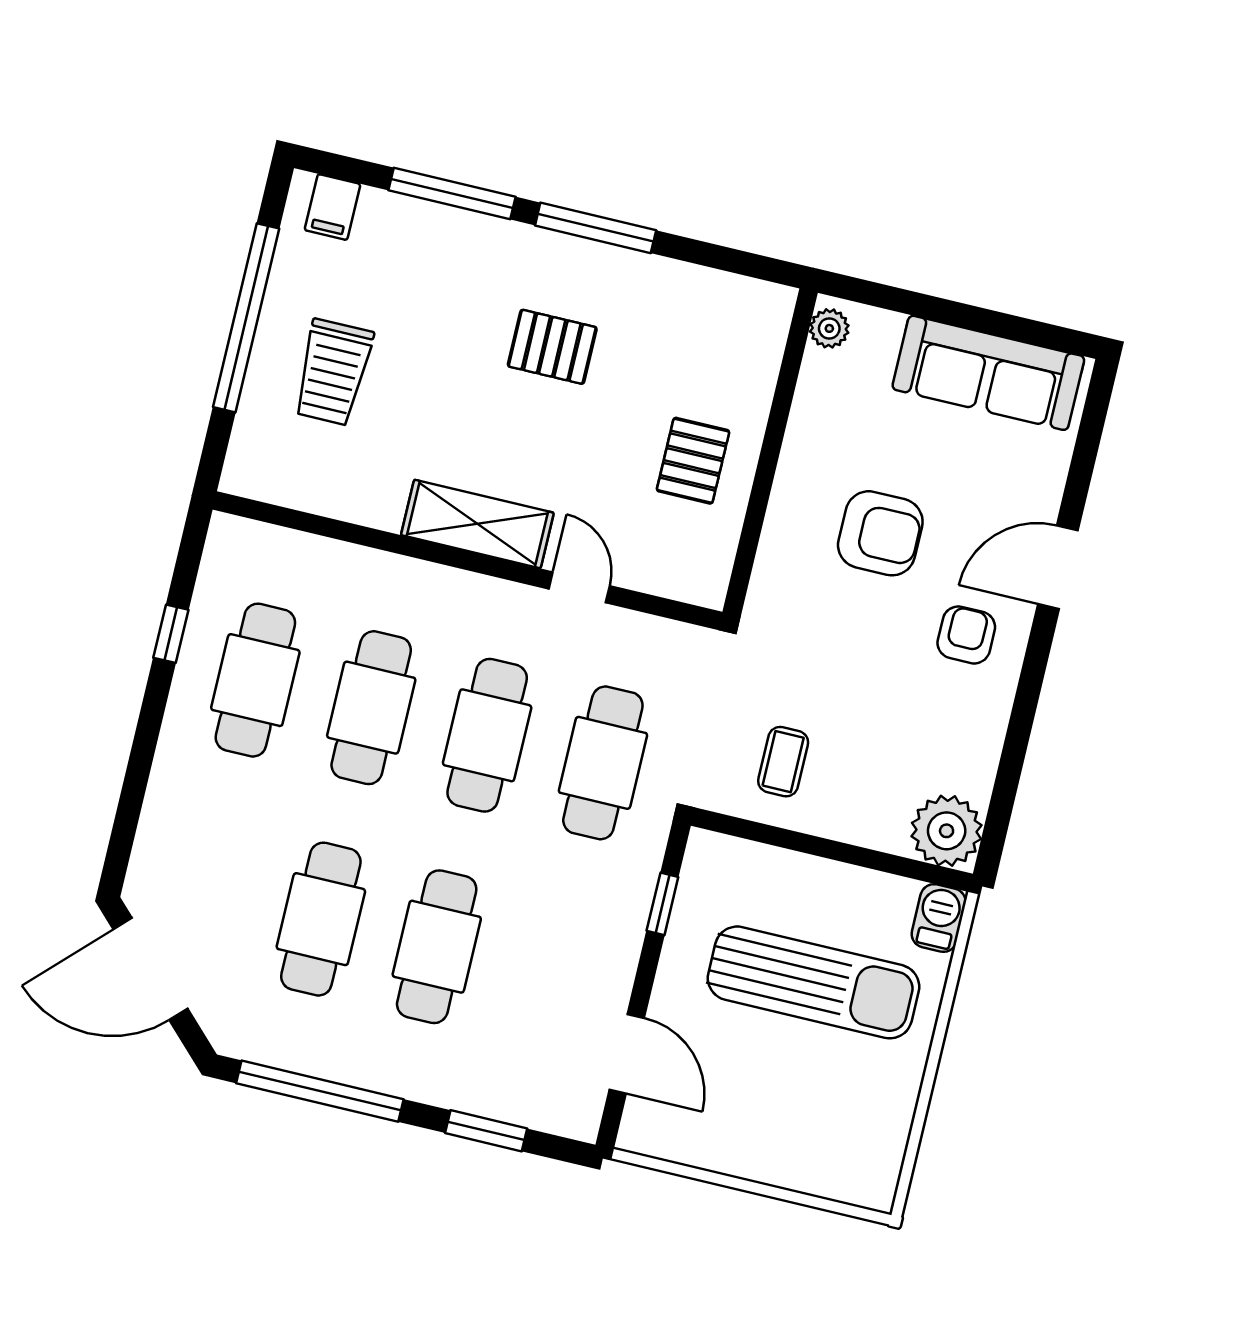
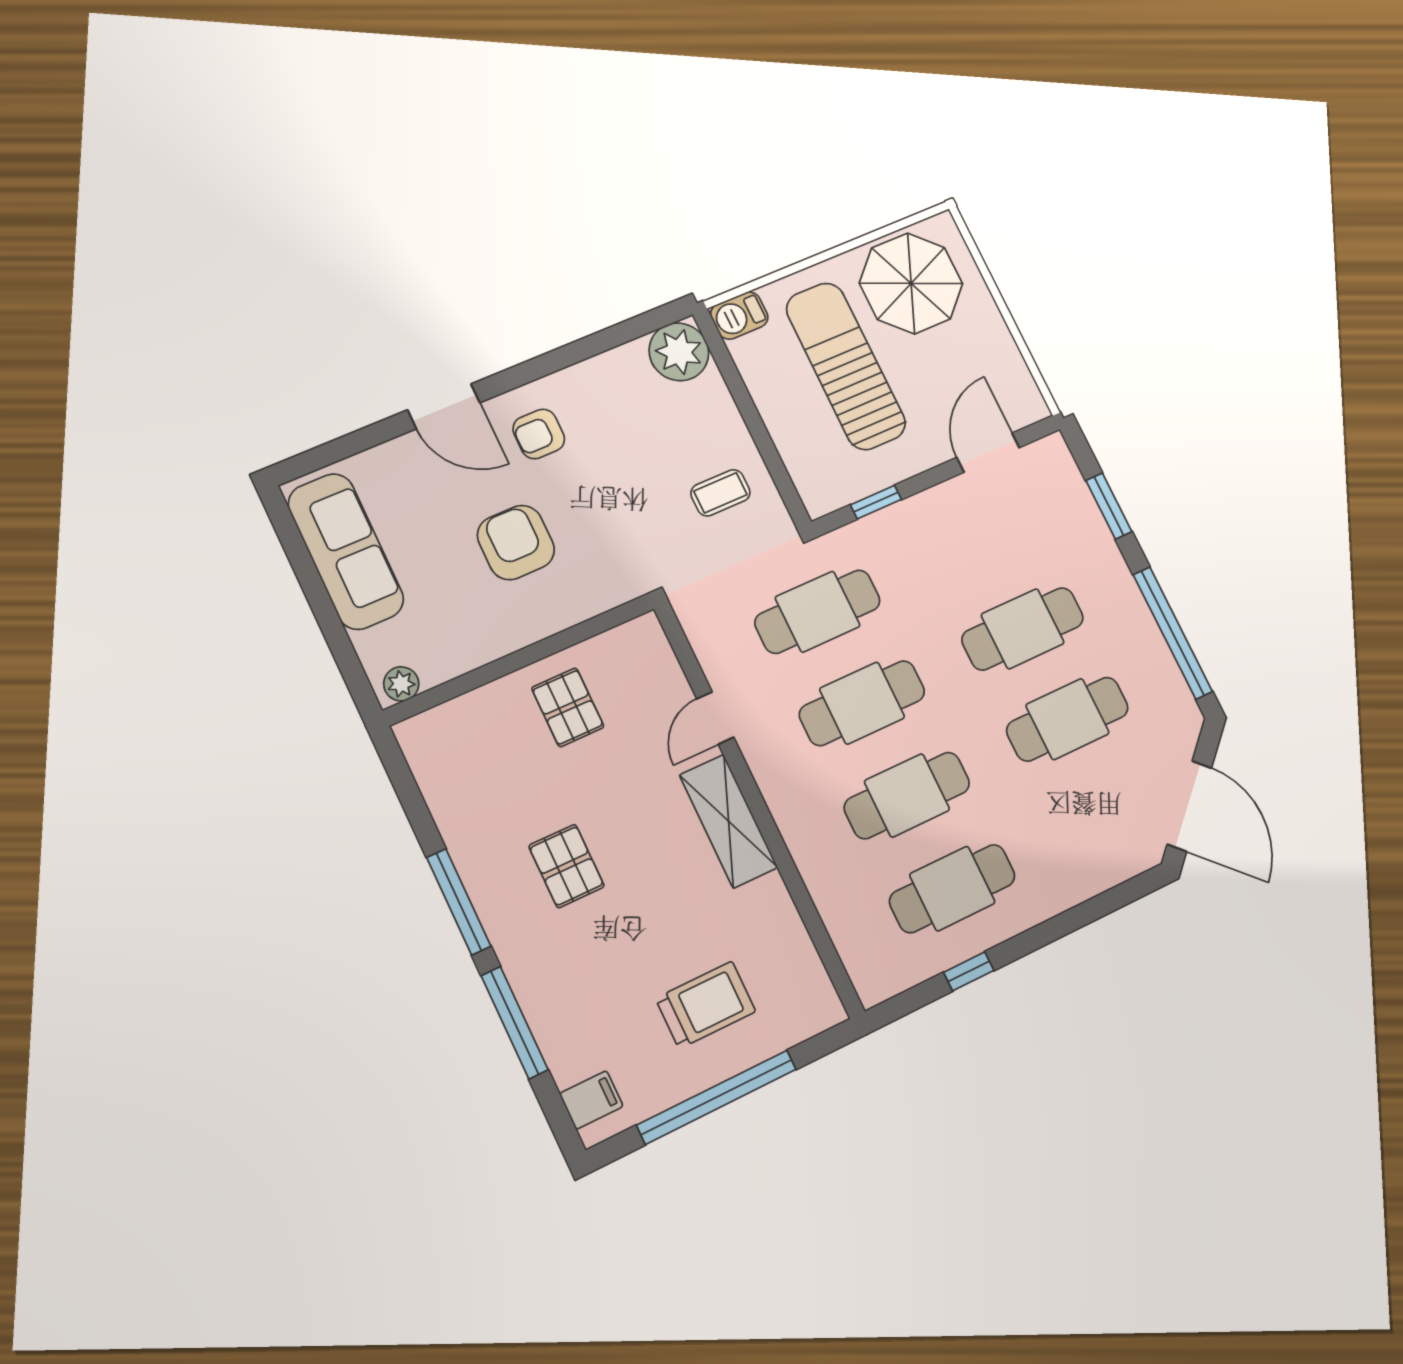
pallet: (693, 461) -> (568, 707), turned 90
parasol: (846, 1115) -> (911, 283), added

